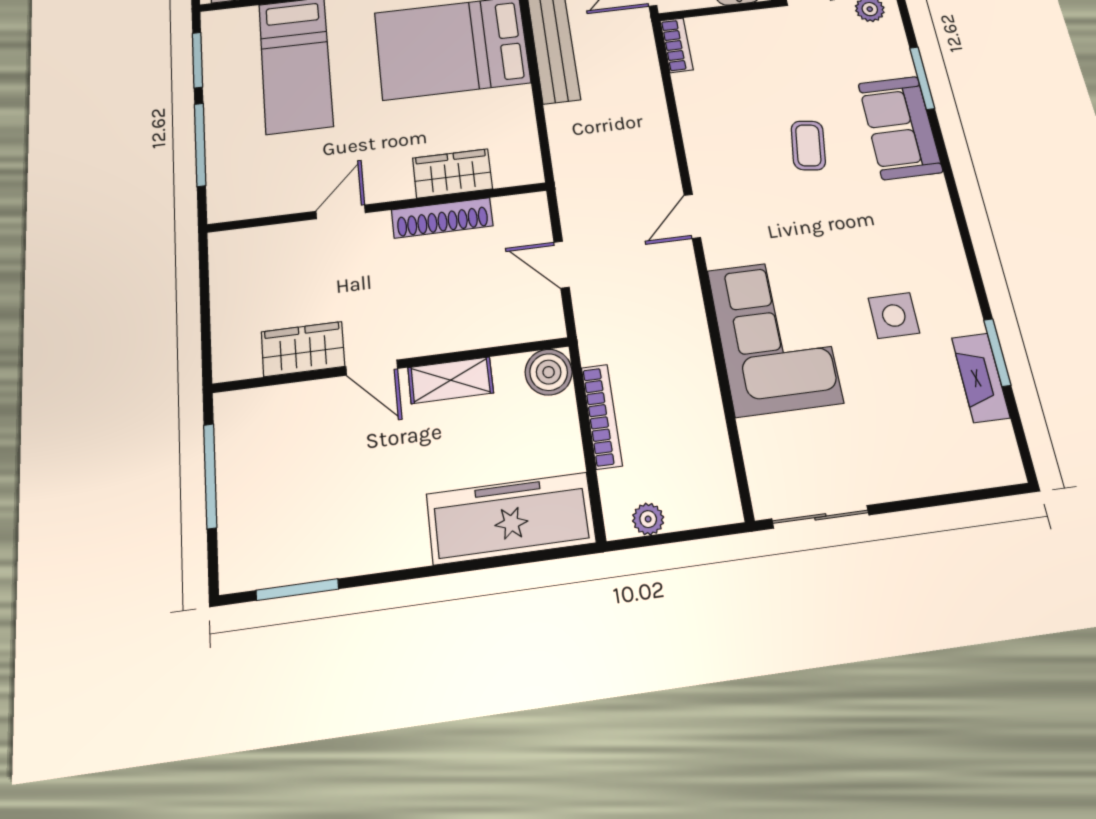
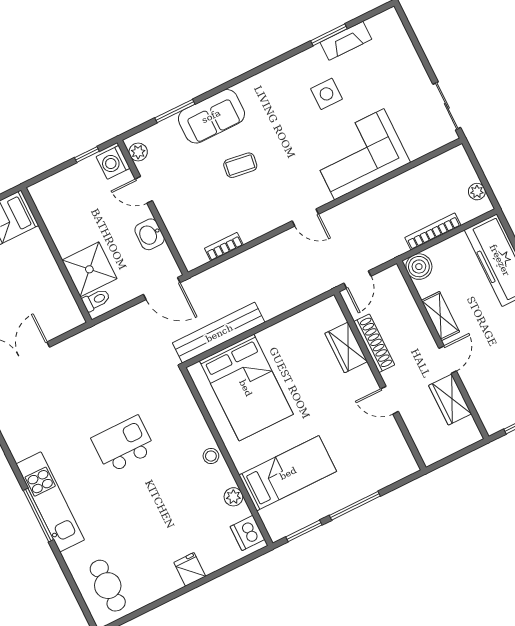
bookcase: (677, 45) -> (224, 247), moved
wardrobe: (452, 173) -> (346, 347), moved
wall: (378, 207) -> (380, 381), moved
door: (341, 212) -> (389, 400), moved
shoe rack: (442, 218) -> (374, 343), moved

